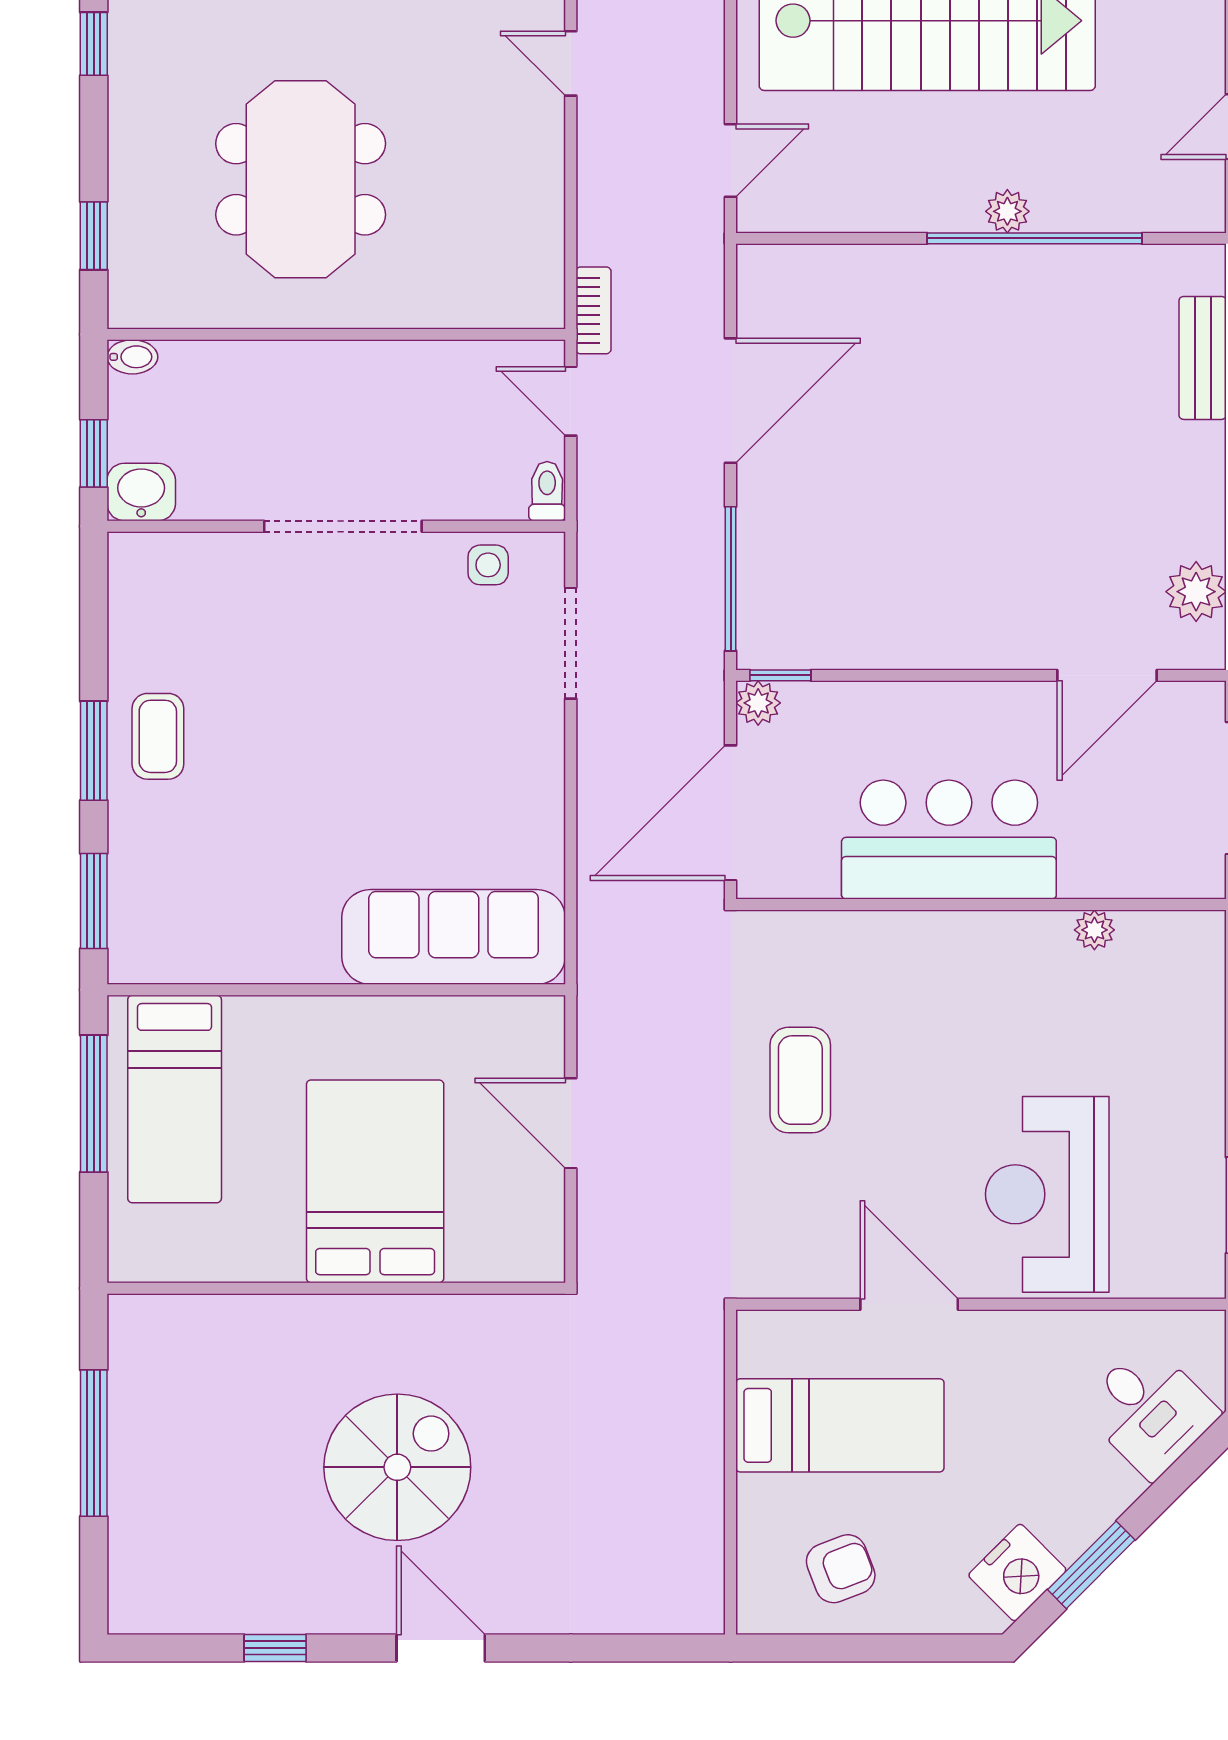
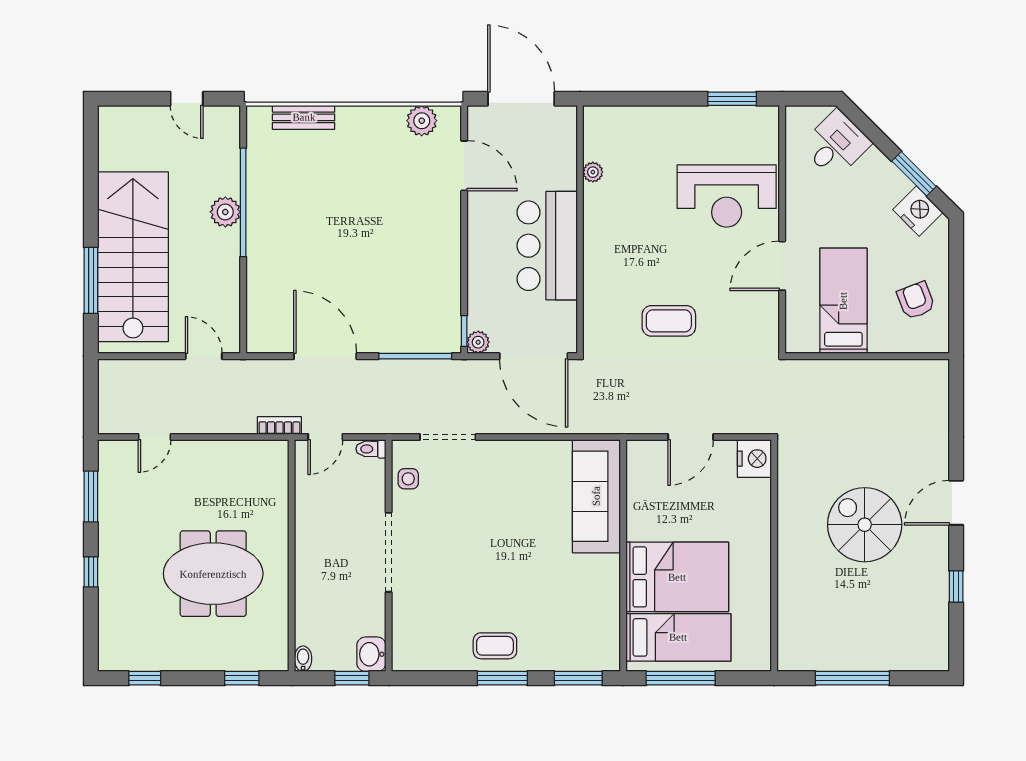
plant: (1007, 211) -> (225, 212), width x1.38, depth x1.38
bed: (375, 1181) -> (677, 577), moved, turned 180
nightstand: (528, 1249) -> (754, 459), added

